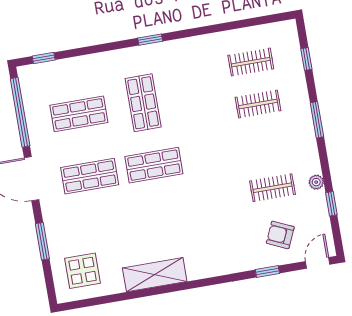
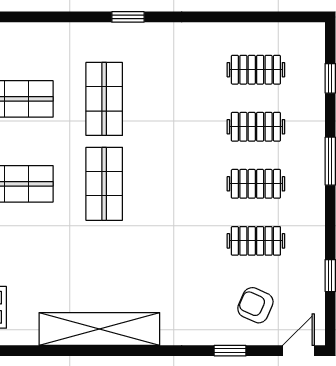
clothes rail: (265, 146) -> (256, 184), added
shop shelf: (154, 165) -> (104, 184), turned 90
plant: (316, 182) -> (315, 243), removed
shelving: (155, 275) -> (99, 329), width x1.47

